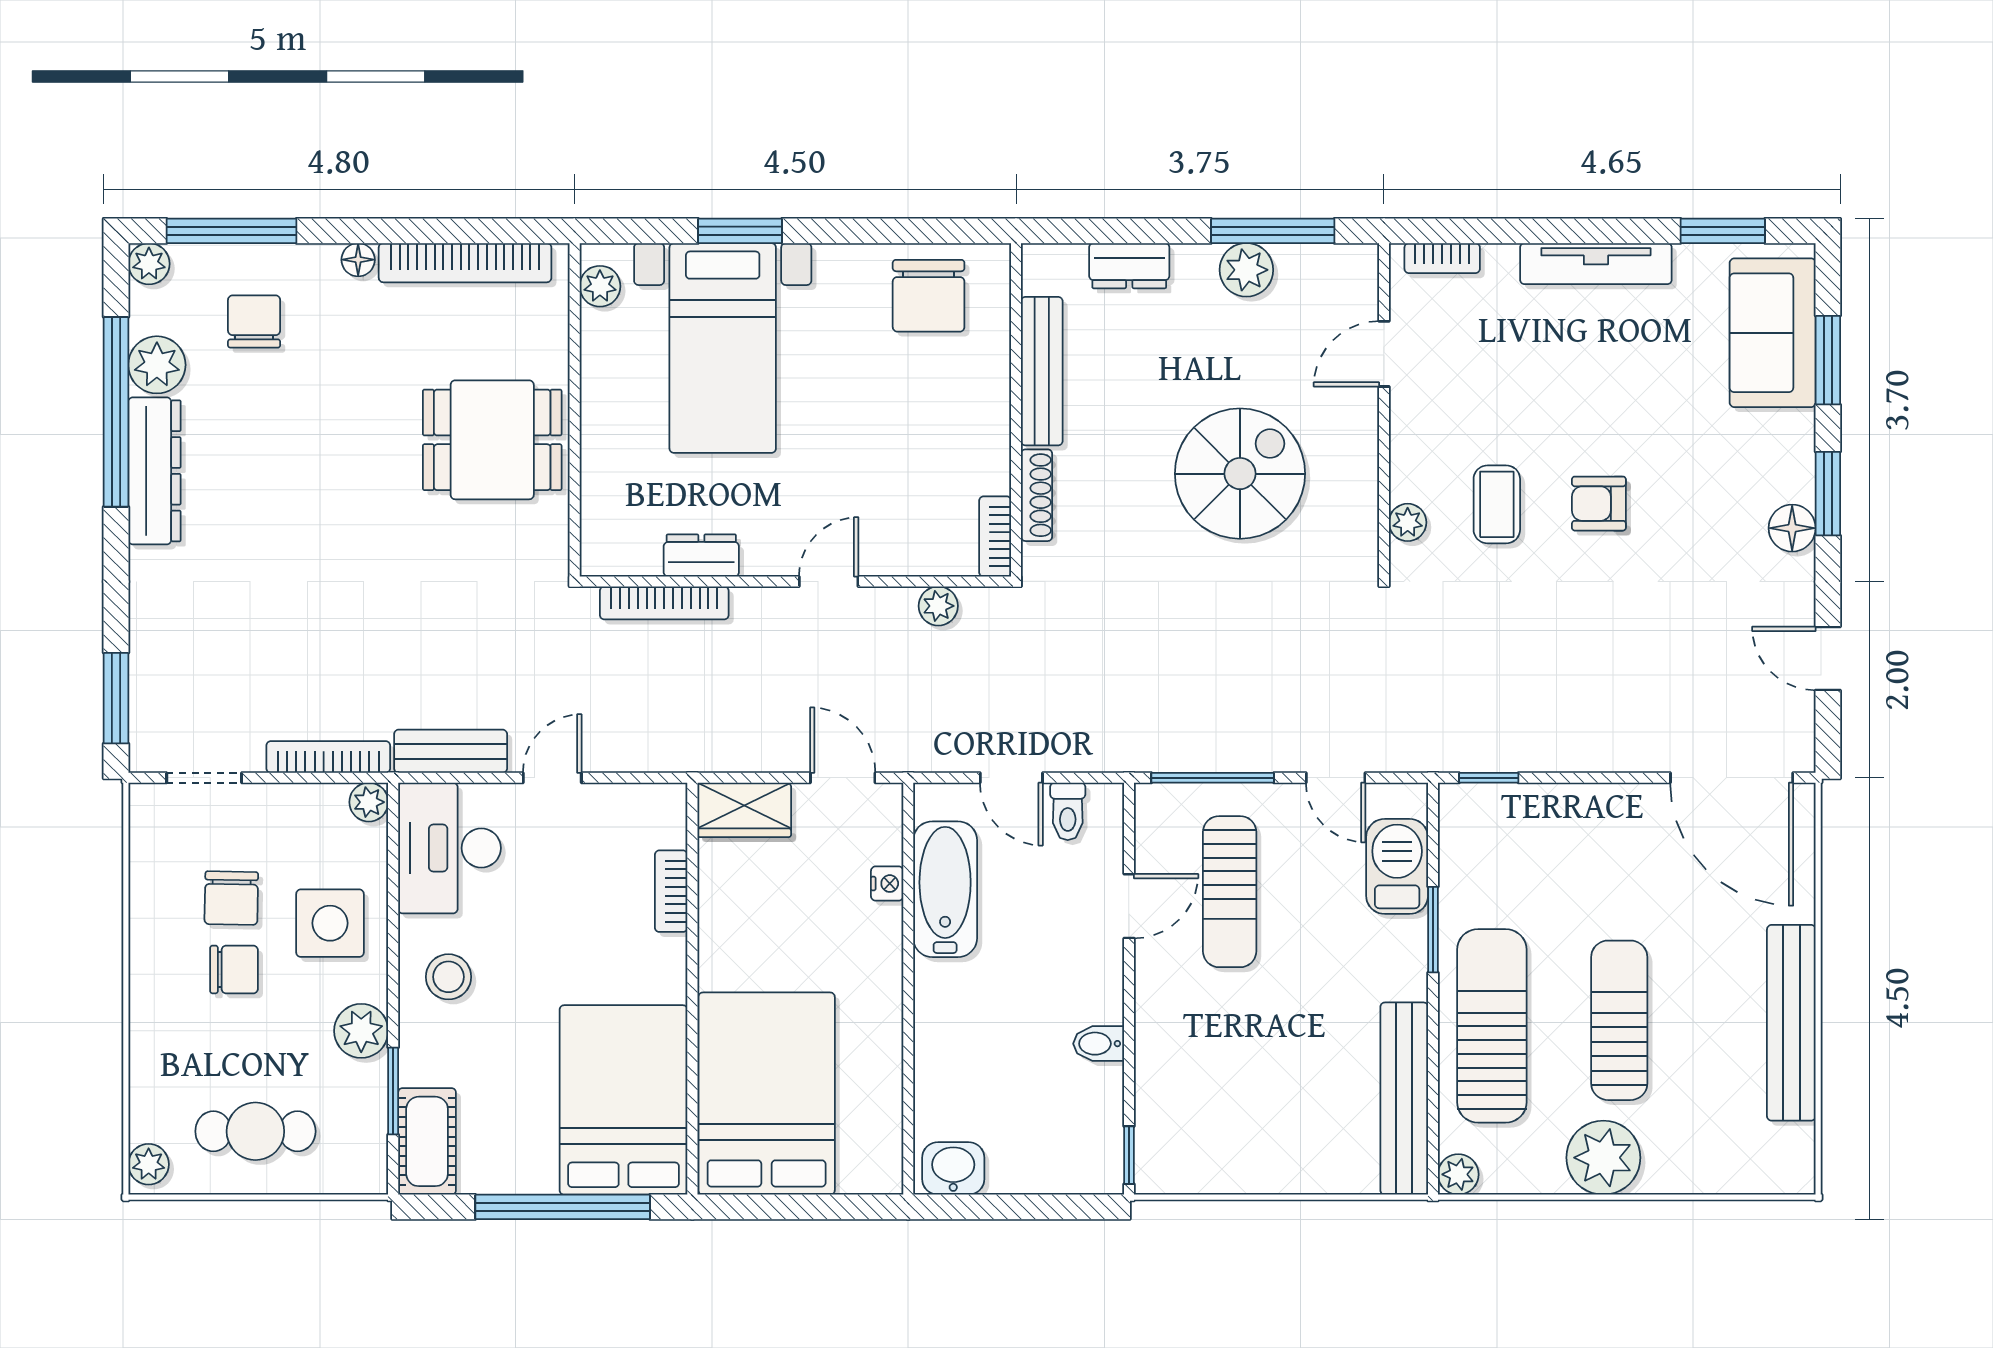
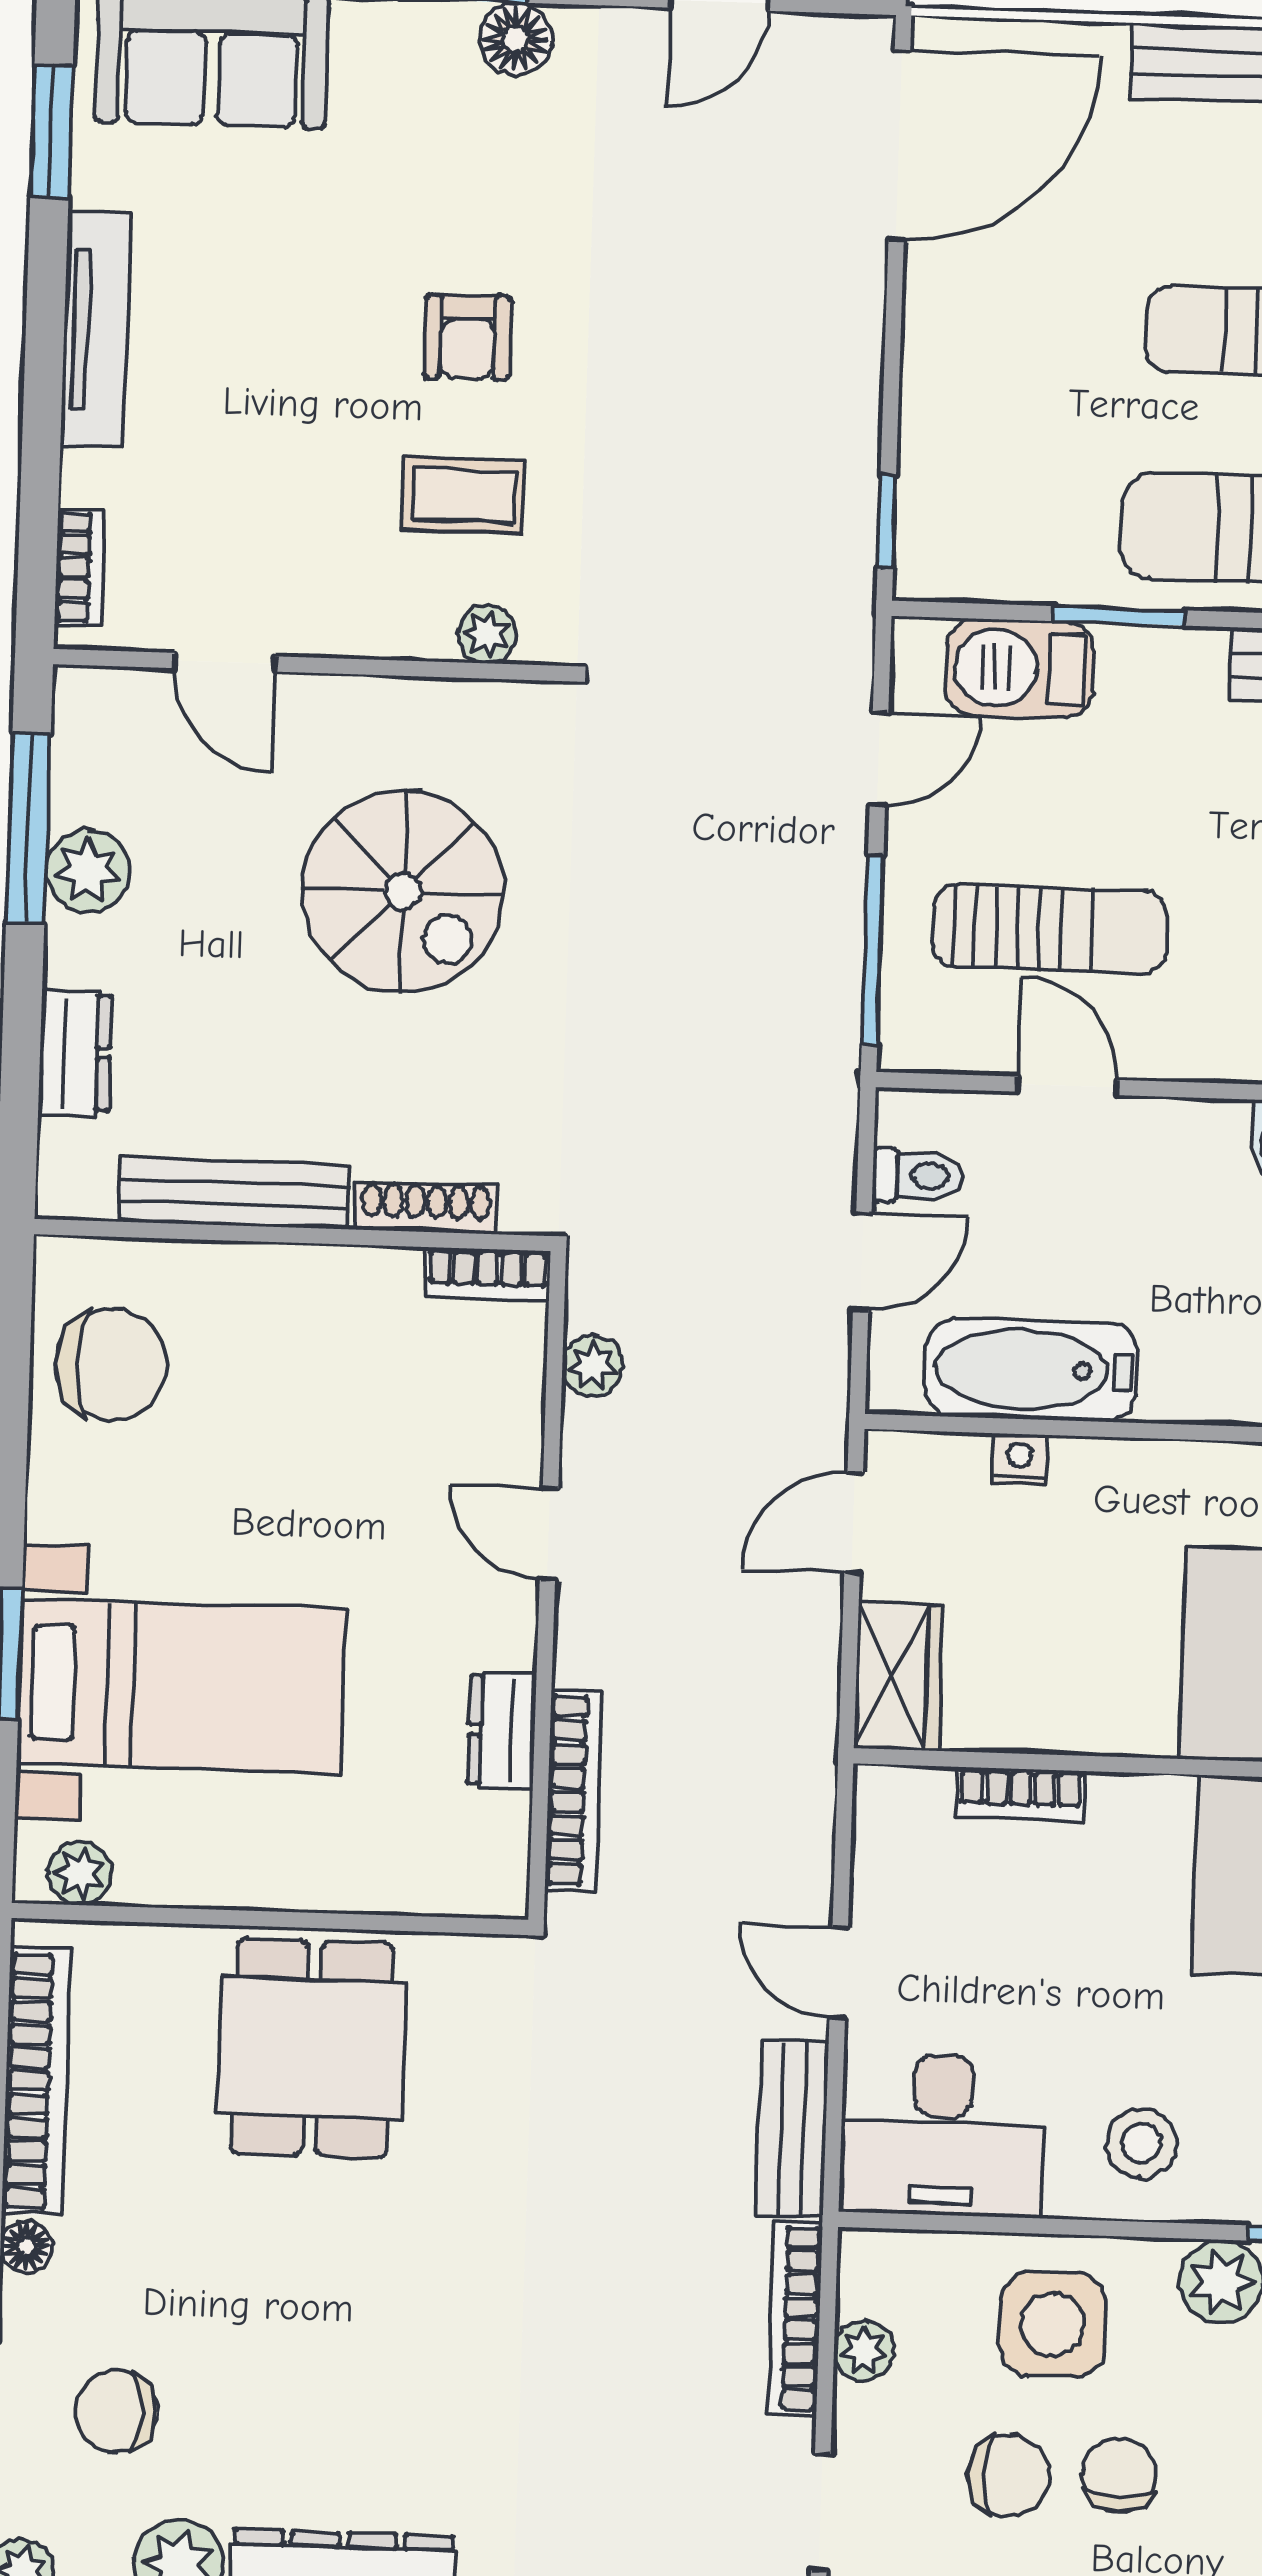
spiral stairs: (1240, 474) -> (403, 891), turned 180
plant: (369, 802) -> (864, 2351), moved

